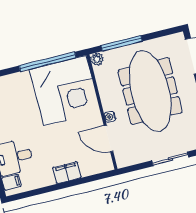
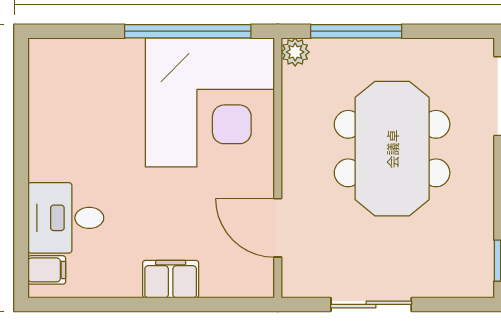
meeting table: (150, 91) -> (392, 149), width x0.73
water cooler: (110, 117) -> (292, 182), removed
sliding door: (170, 159) -> (371, 304), moved

